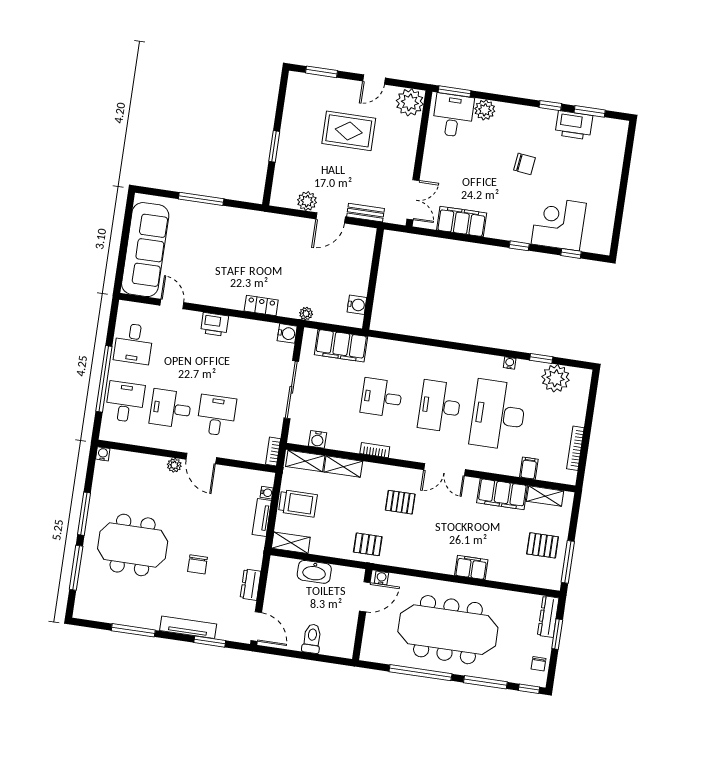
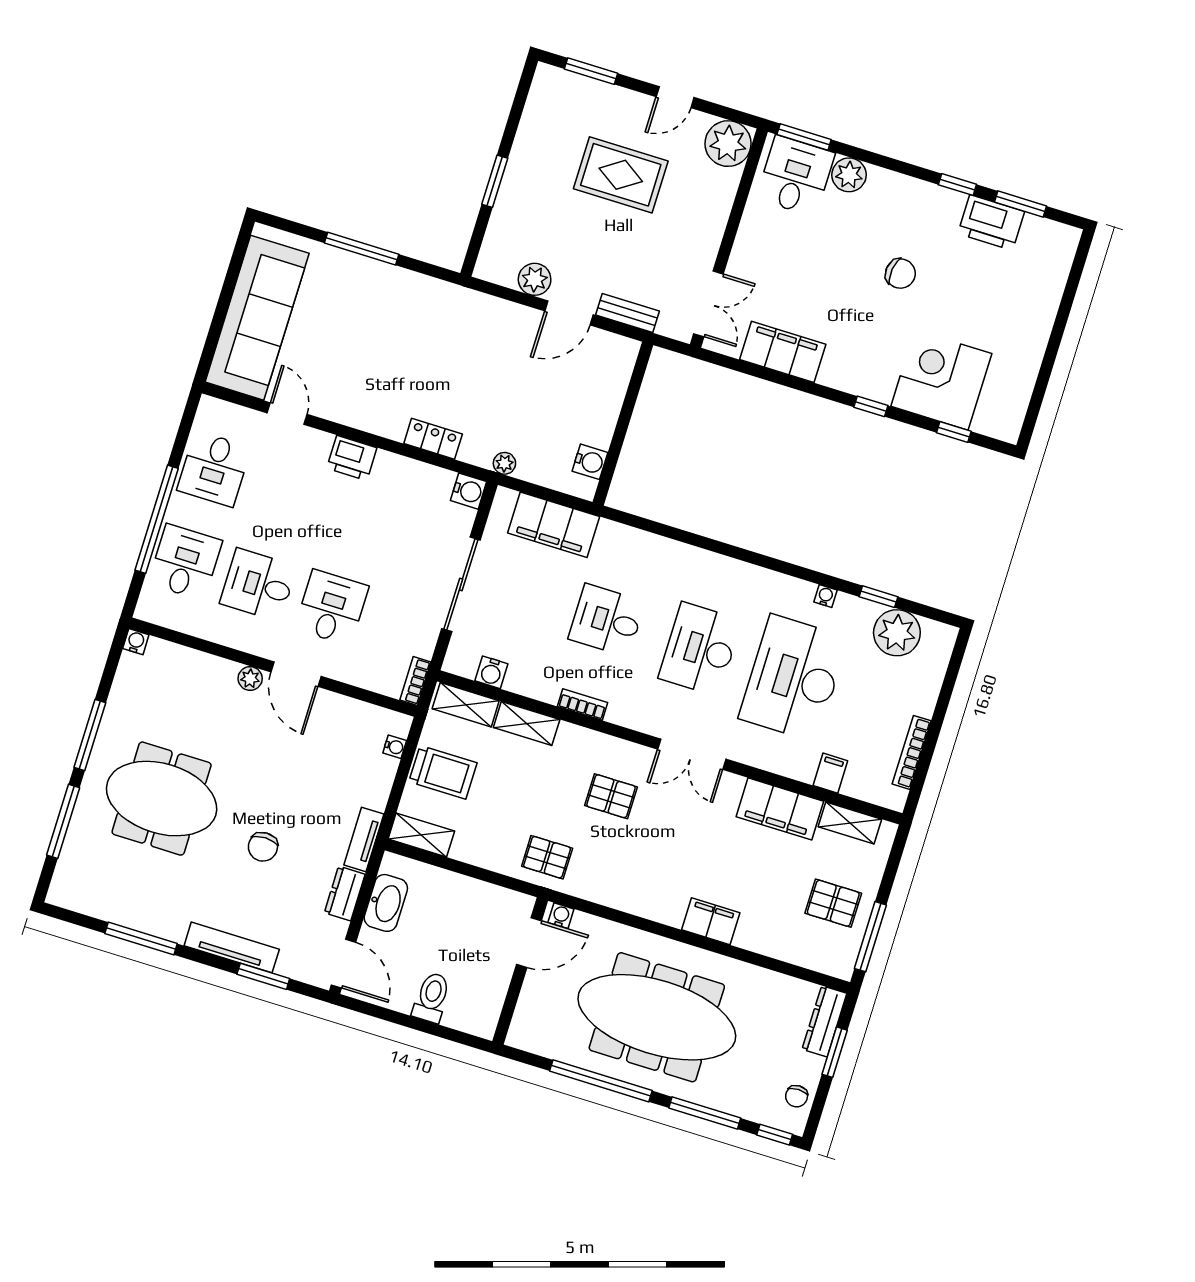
tv unit: (262, 518) -> (364, 840), moved
washbasin: (314, 572) -> (386, 903), moved, turned -90

